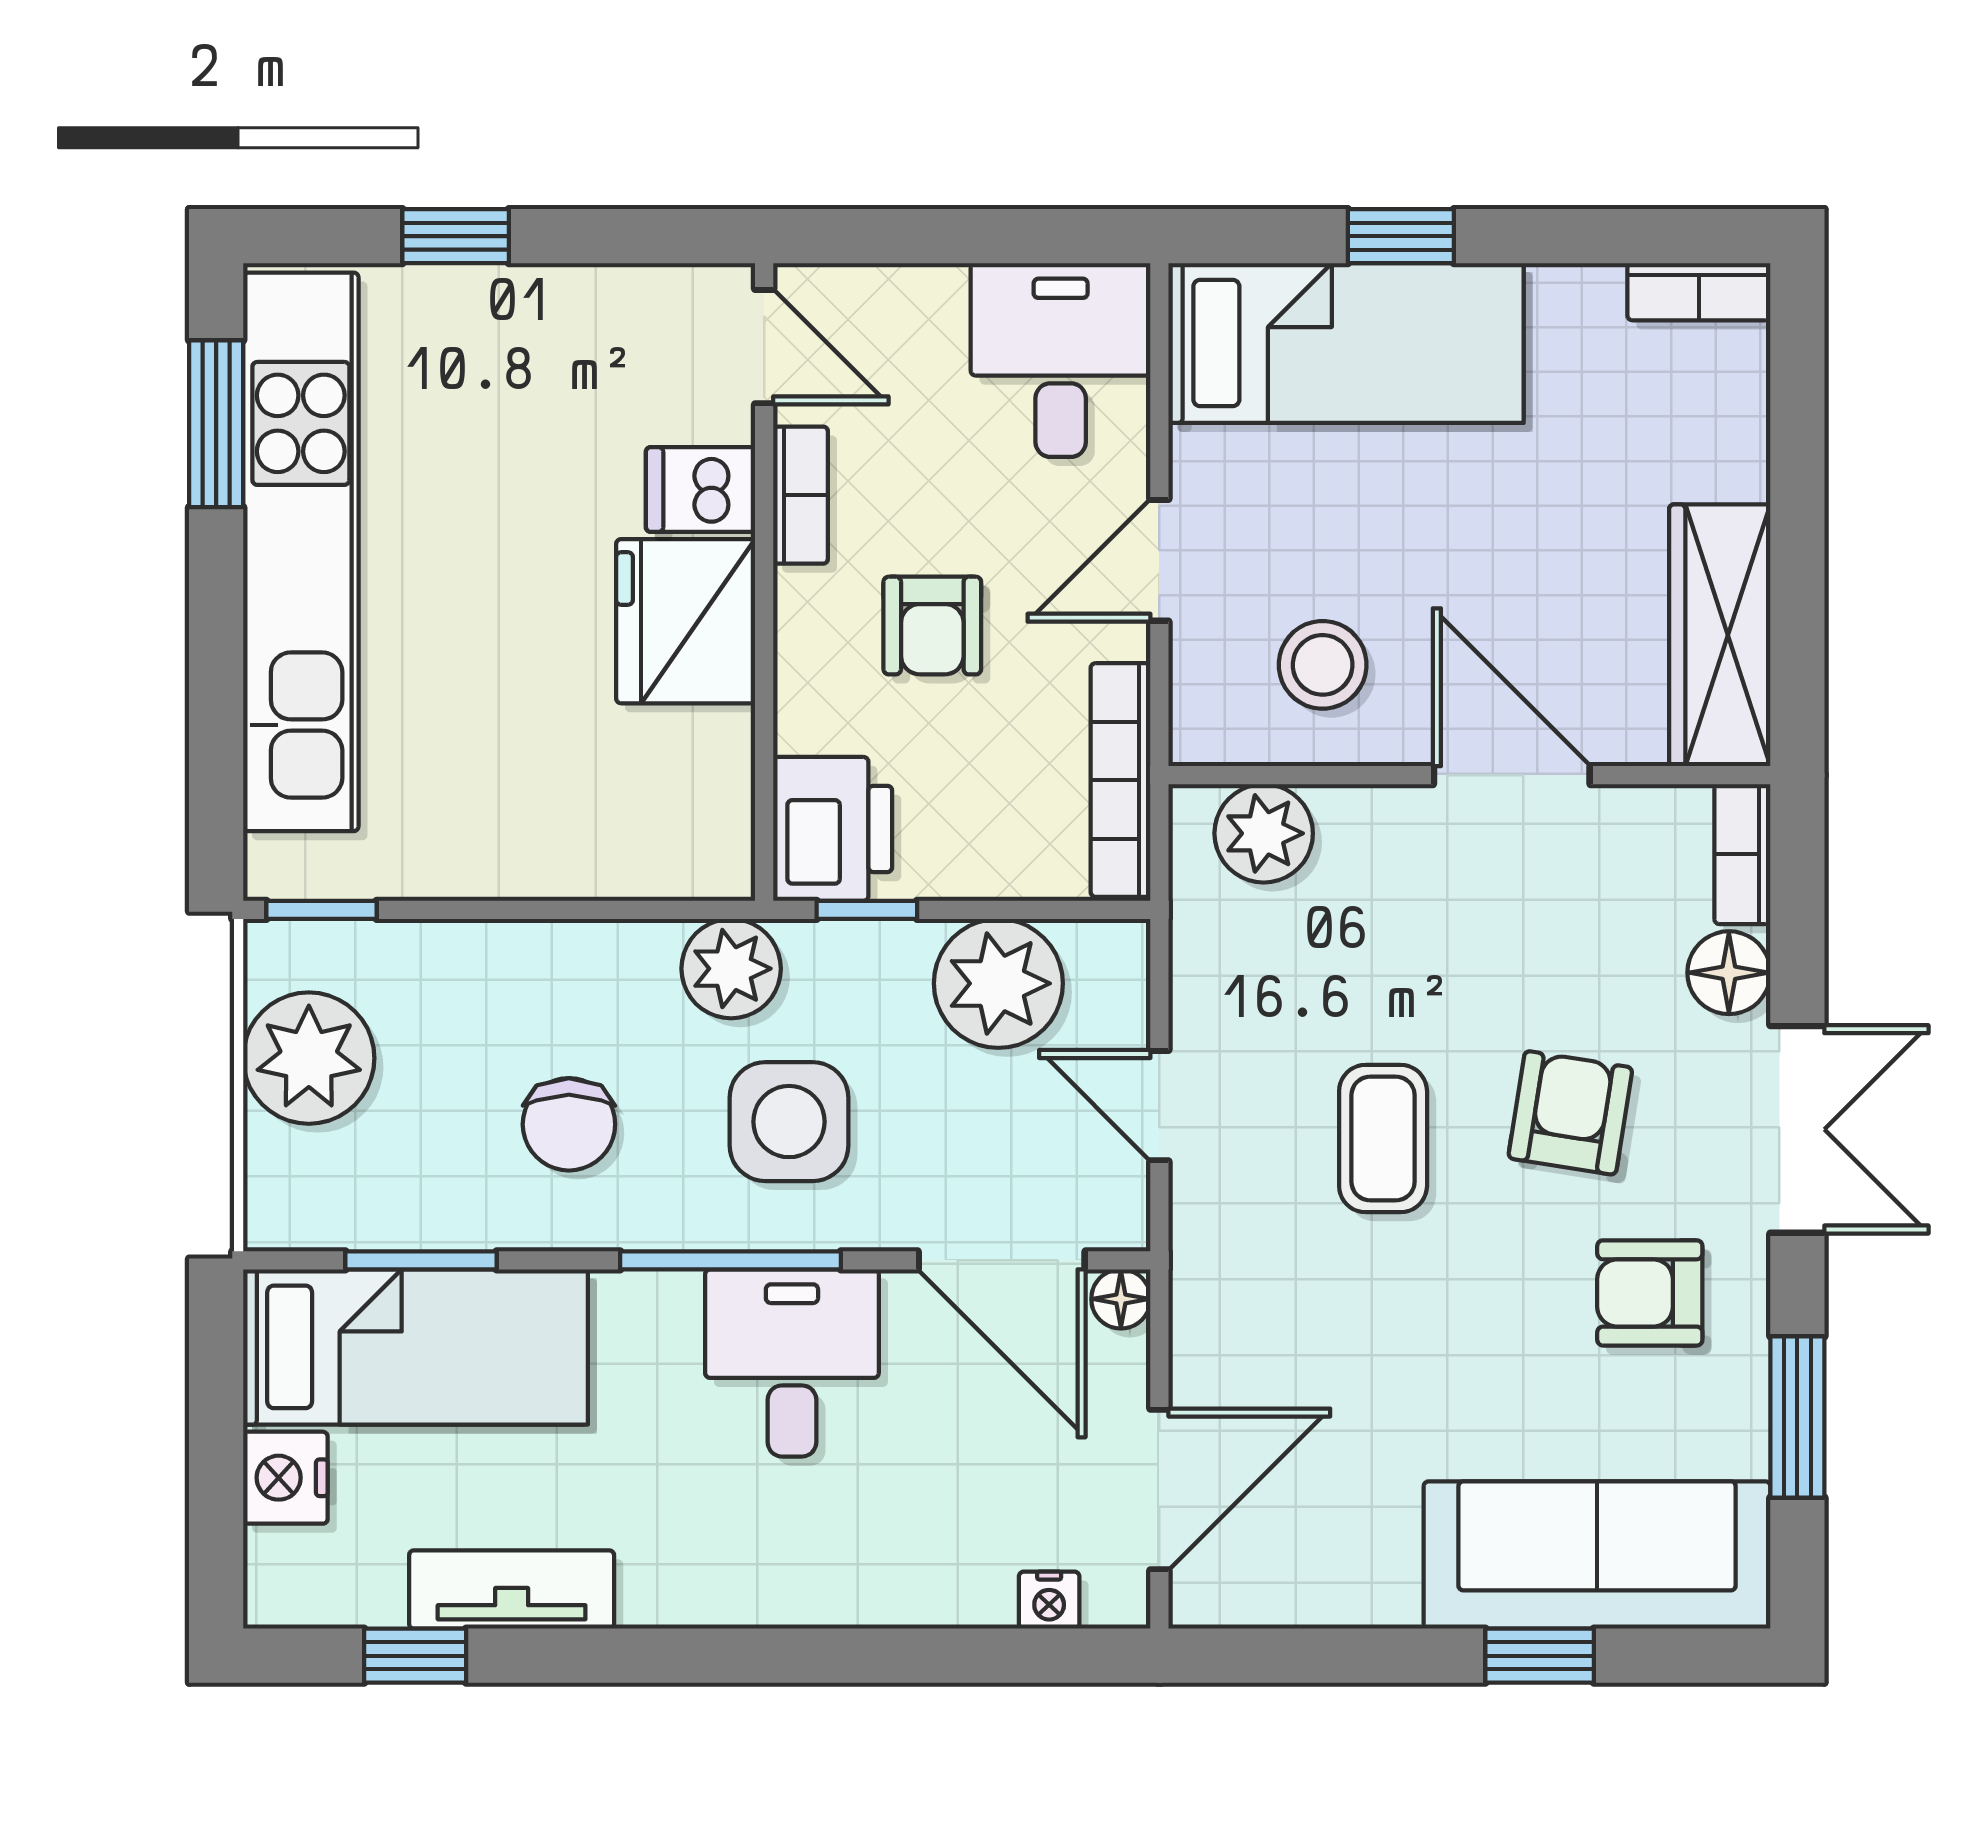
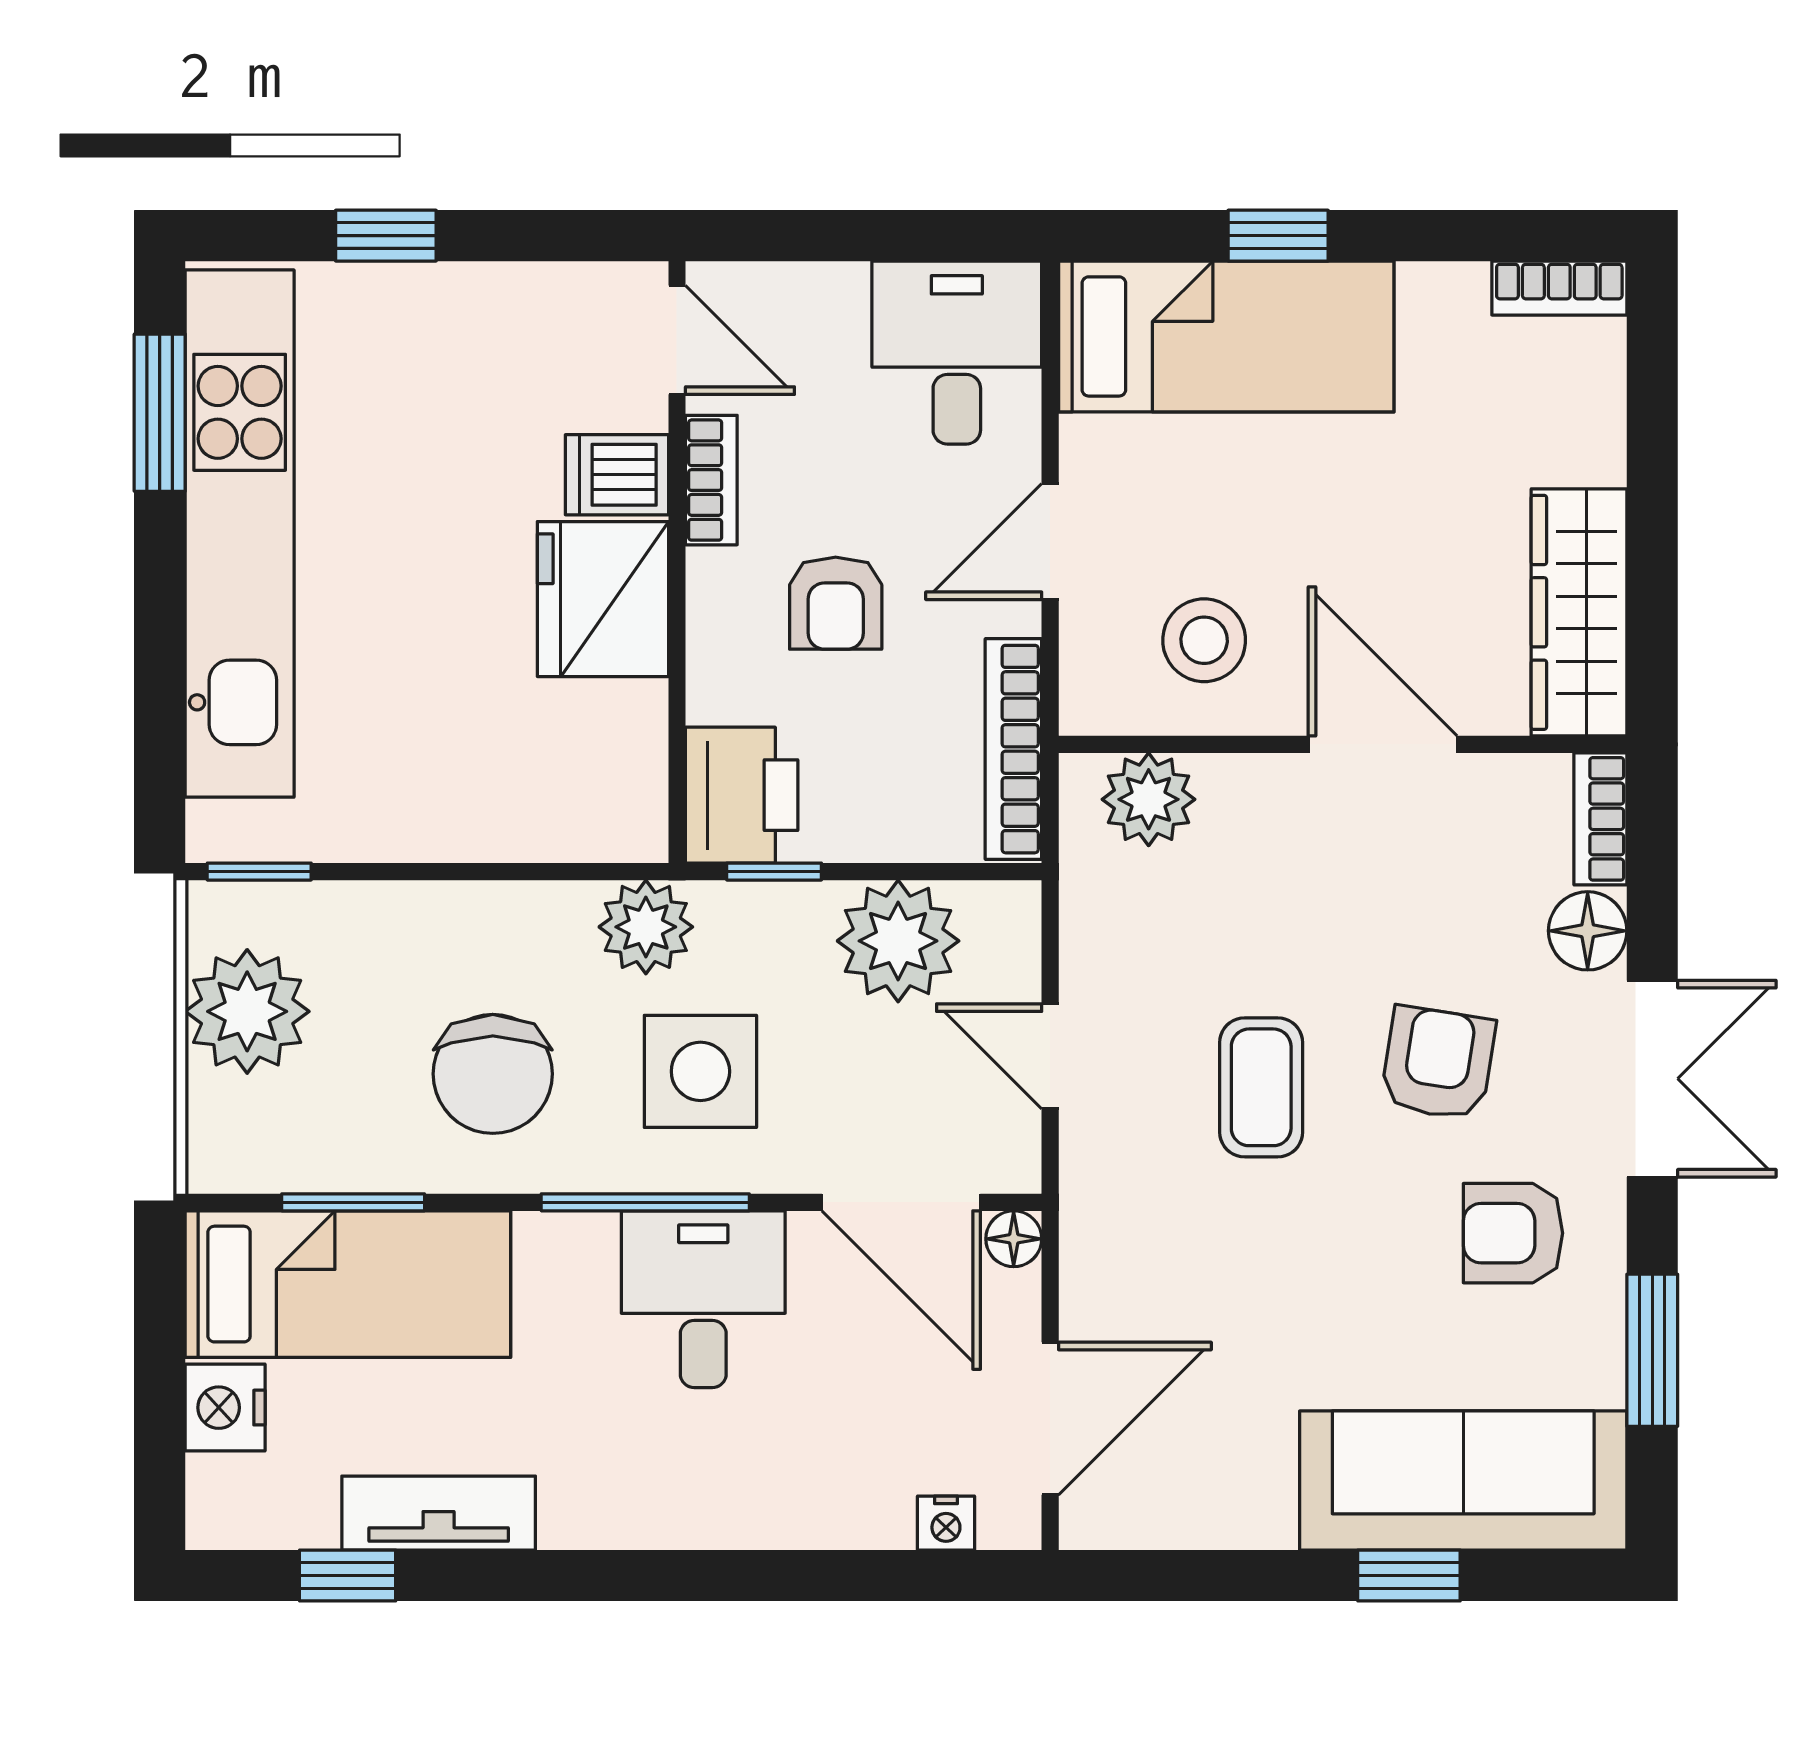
chair: (569, 1124) -> (493, 1074), width x1.37, depth x1.37

